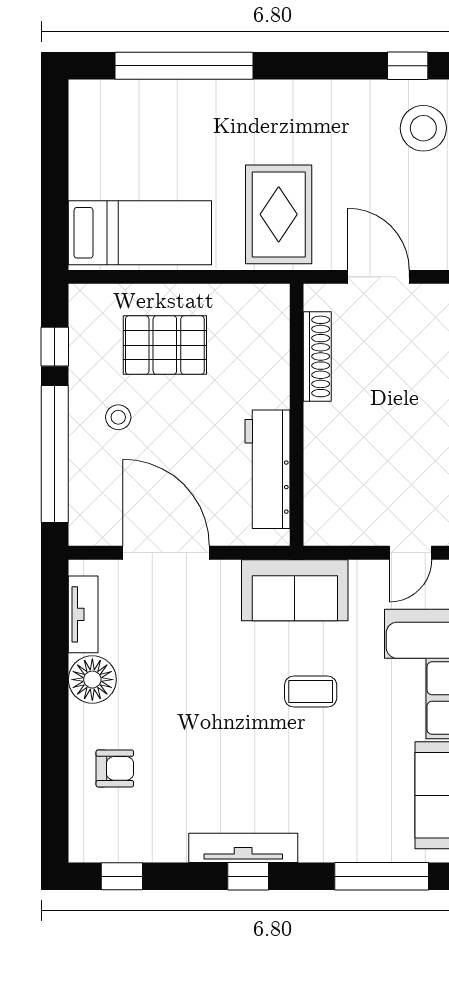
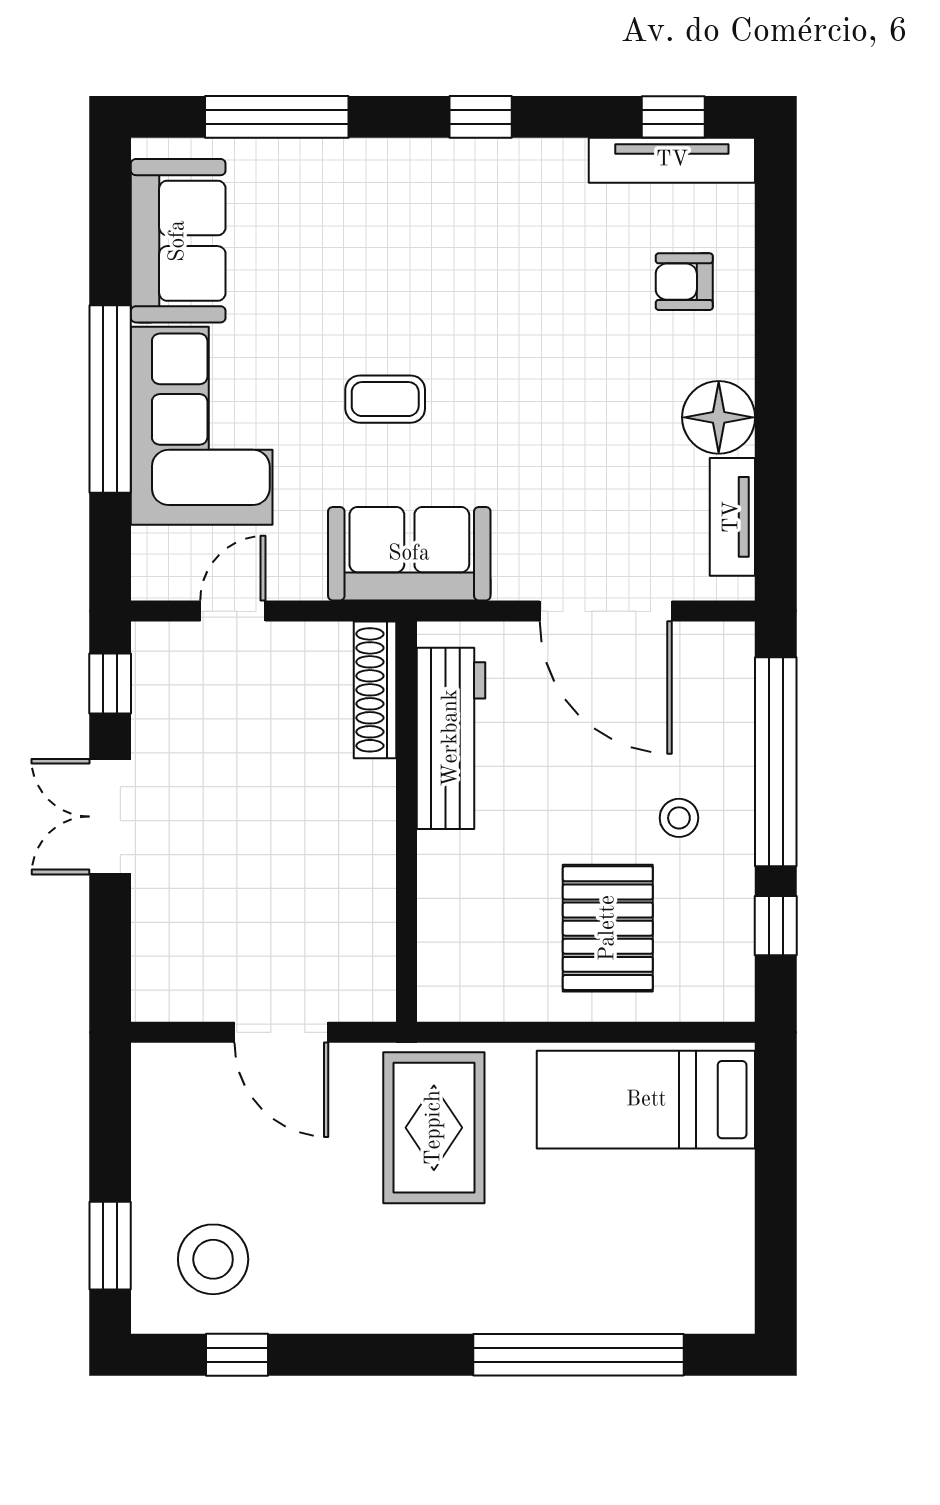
pallet: (165, 345) -> (608, 928), turned 90
shoe rack: (317, 356) -> (375, 690), moved
tv unit: (243, 848) -> (672, 160), moved

